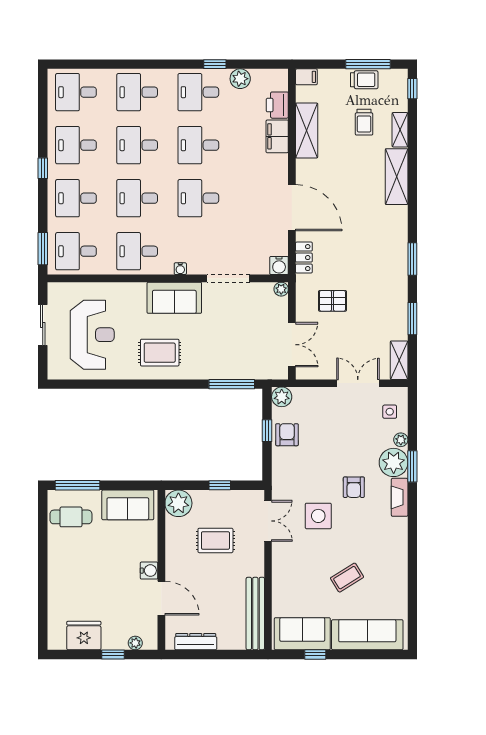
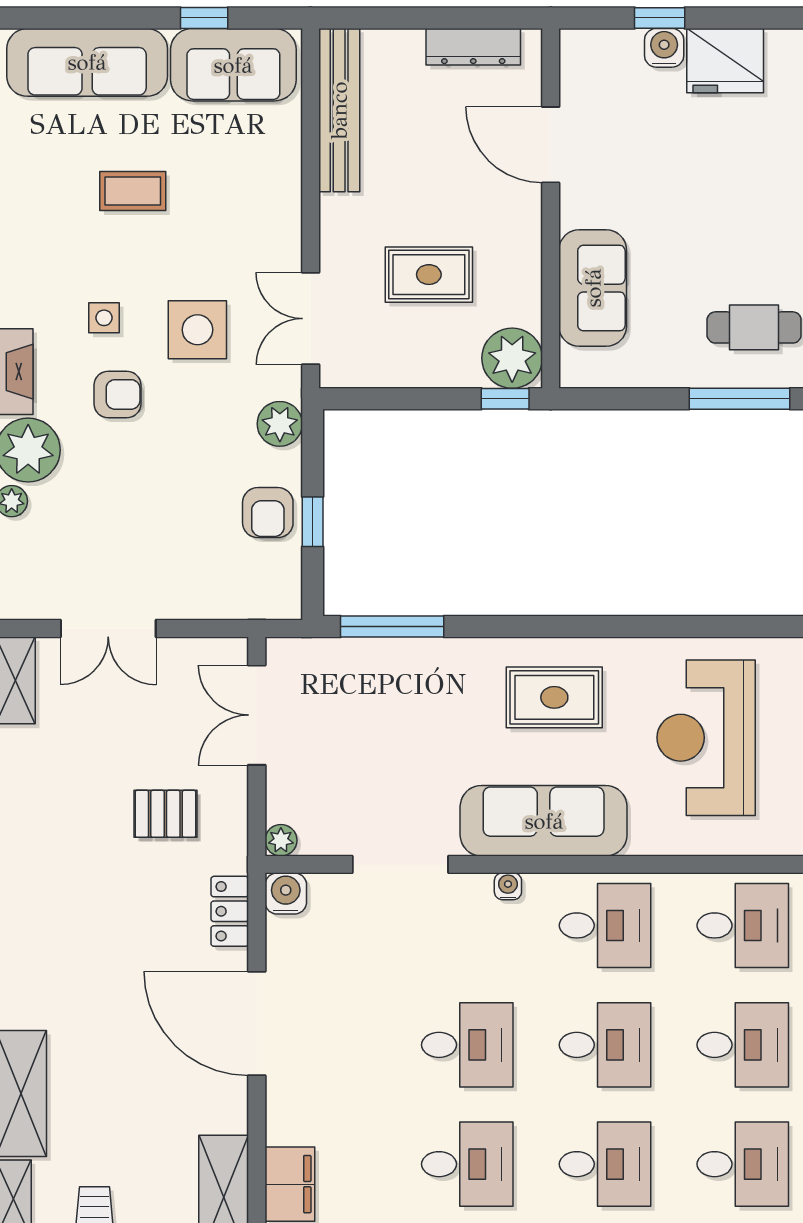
sofa: (174, 298) -> (544, 821), width x1.36
plant: (282, 397) -> (280, 424), moved
side table: (390, 412) -> (104, 318), moved
window: (220, 485) -> (505, 399), moved
armchair: (354, 487) -> (117, 394), turned 90
sofa: (128, 505) -> (593, 288), moved, turned 90
water cooler: (149, 571) -> (664, 48), moved, turned 90
coffee table: (347, 578) -> (133, 191), turned 32
plant: (135, 643) -> (609, 44), removed

